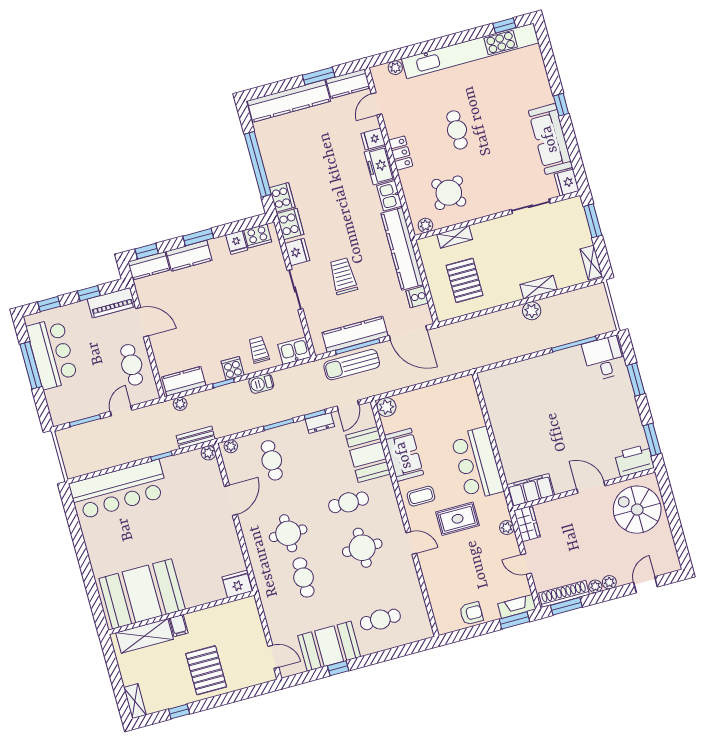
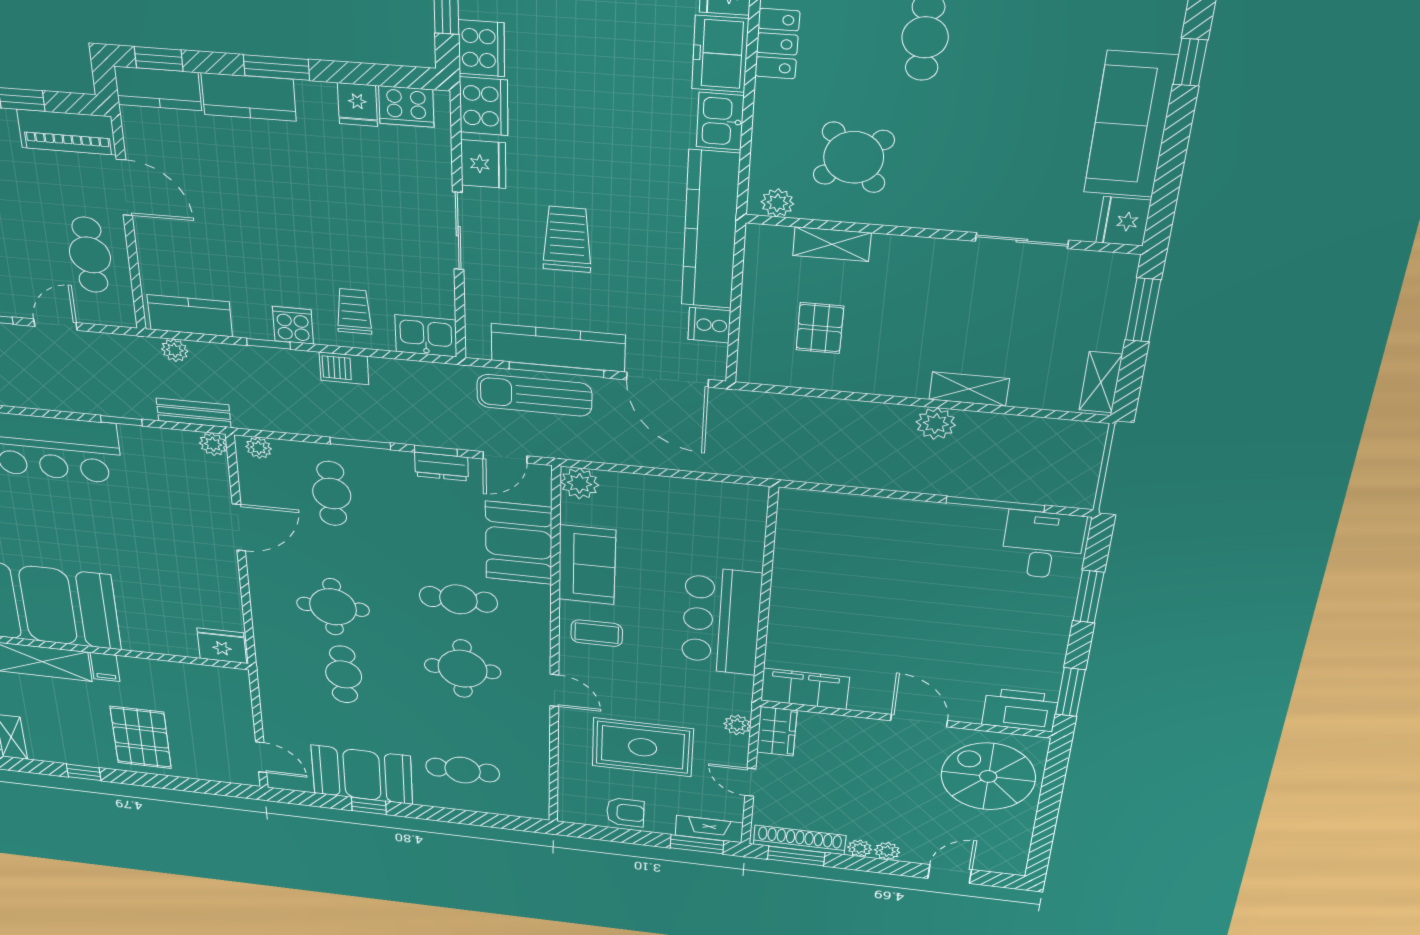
pallet: (464, 280) -> (820, 328), width x0.67, depth x0.71
rug: (458, 519) -> (643, 747), moved, width x1.36, depth x1.43

